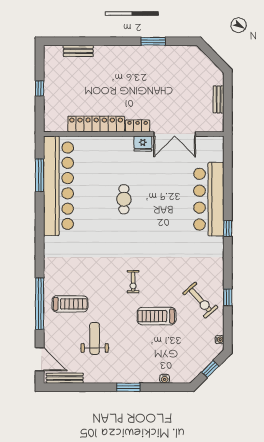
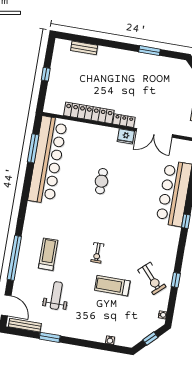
treadmill: (70, 304) -> (48, 254), moved, turned -90
window: (128, 387) -> (50, 337), moved

